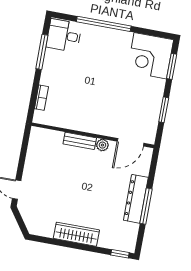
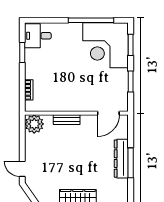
window: (104, 24) -> (91, 20), moved
window: (42, 52) -> (22, 52), width x0.69
corner desk: (150, 56) -> (106, 45), width x1.36, depth x1.36
plant: (102, 145) -> (34, 124), moved, width x1.87, depth x1.87

